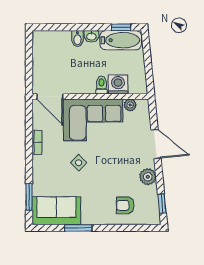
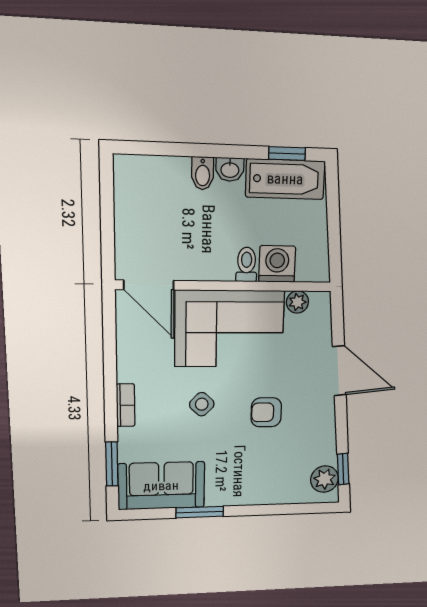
bookcase: (37, 142) -> (126, 405), moved
plant: (148, 177) -> (324, 479), moved
armchair: (125, 205) -> (266, 412), moved

